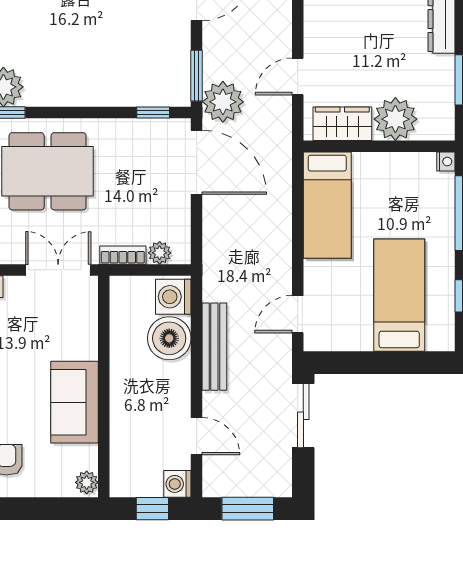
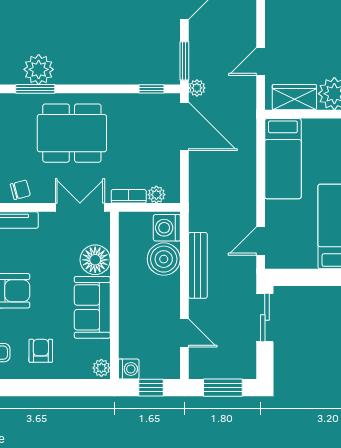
plant: (223, 102) -> (197, 88), width x0.53, depth x0.53
floor lamp: (78, 339) -> (95, 260), added
washing machine: (177, 484) -> (129, 369), moved, turned 180

